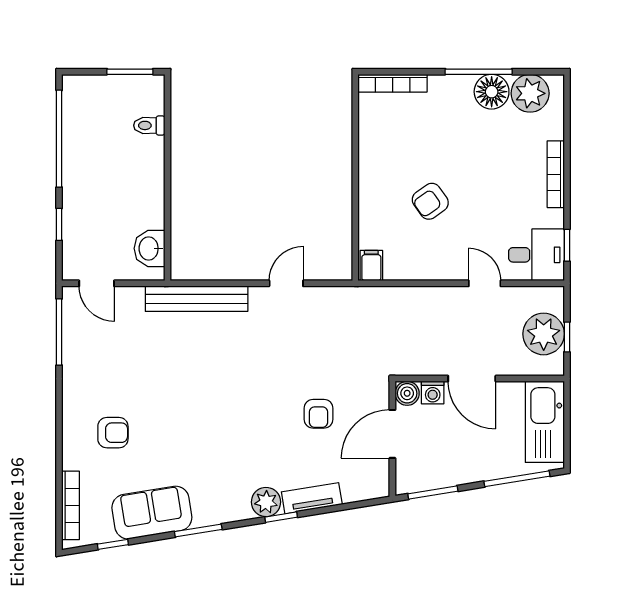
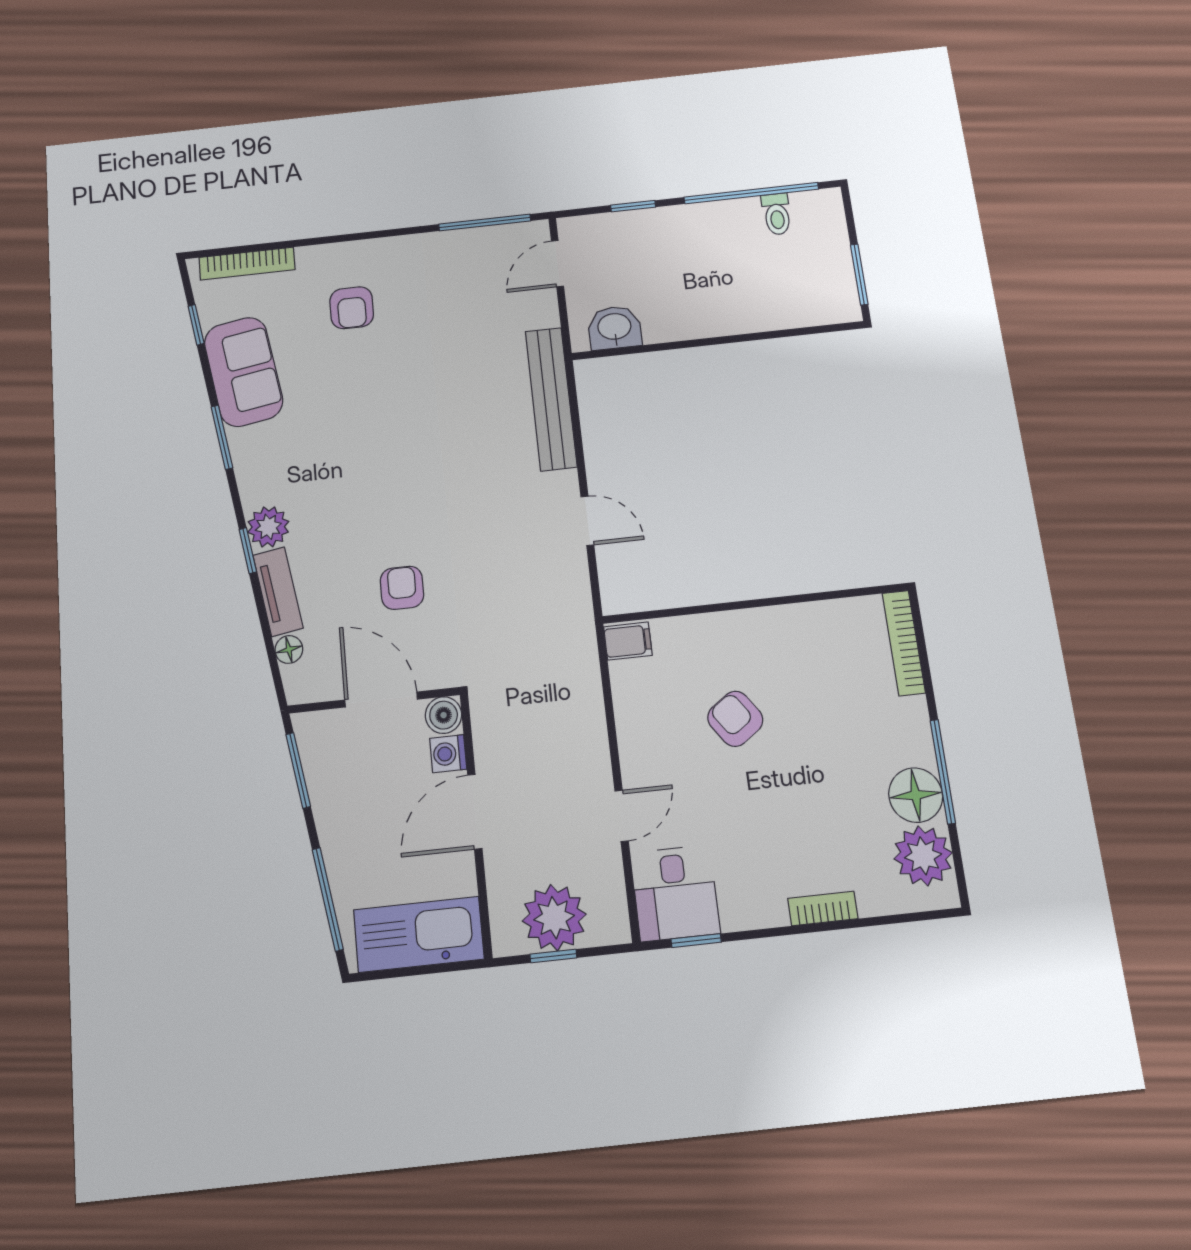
toilet: (149, 125) -> (777, 214), moved, turned 180
bookcase: (556, 174) -> (823, 909), width x0.64
armchair: (319, 414) -> (402, 588), turned 90
floor lamp: (352, 493) -> (289, 649), added

